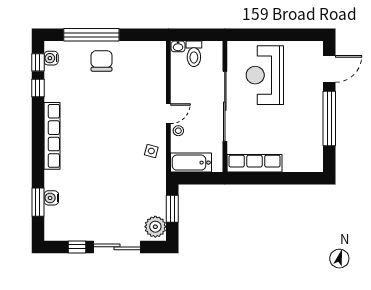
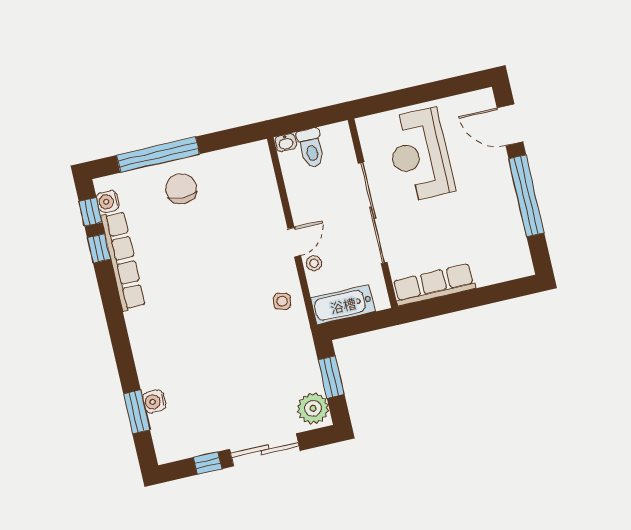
door: (329, 69) -> (510, 125), swing flipped
row of seats: (52, 136) -> (123, 261), moved

